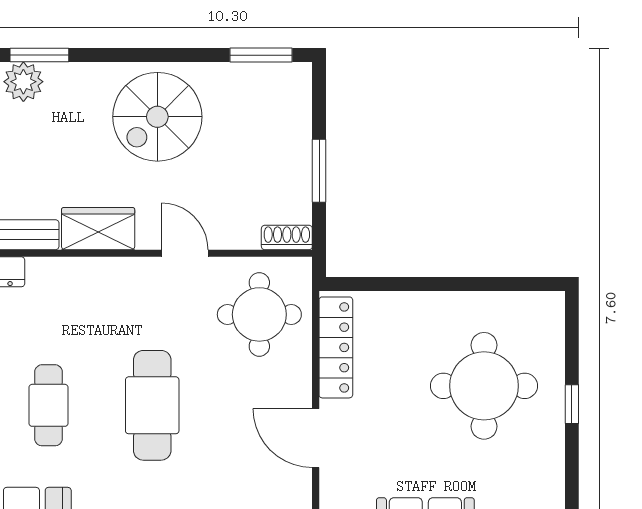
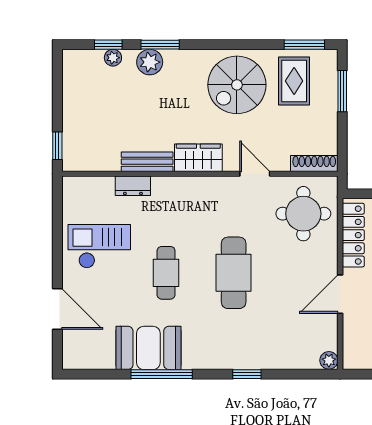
rug: (245, 111) -> (294, 81), added
window: (319, 171) -> (342, 91), moved
shoe rack: (287, 238) -> (314, 164), width x1.43
door: (316, 438) -> (340, 294), hinge flipped

